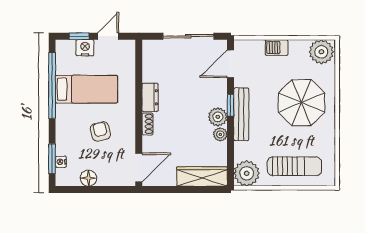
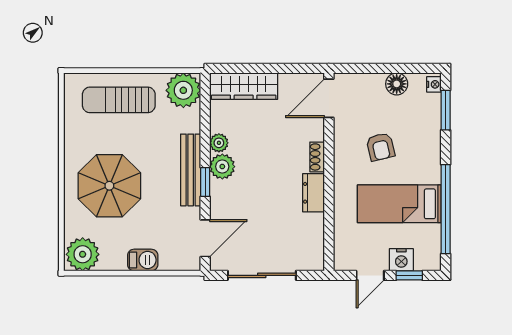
nightstand: (61, 162) -> (434, 84), moved

